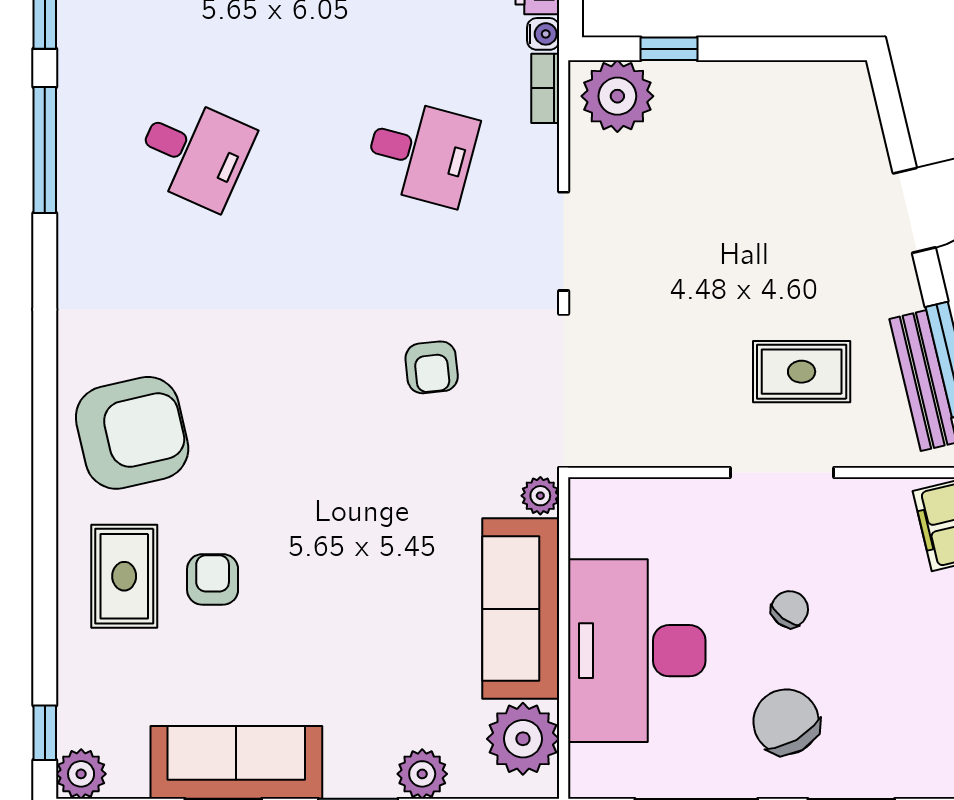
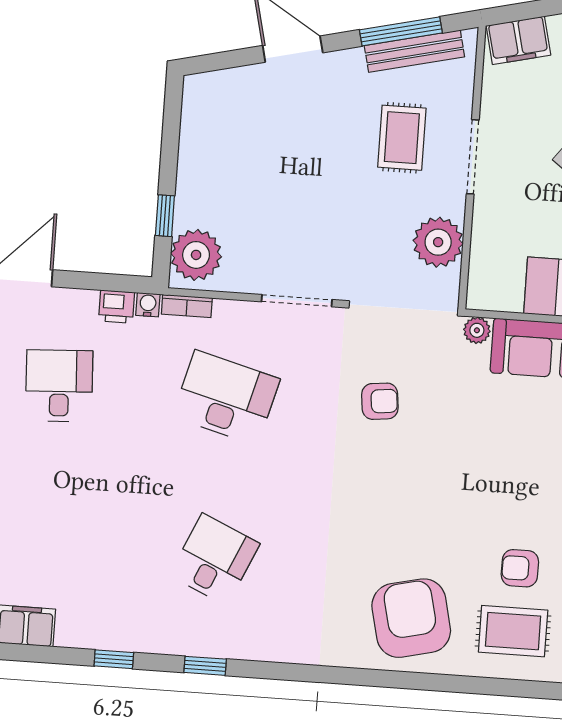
window: (45, 150) -> (205, 666), width x0.46
desk: (421, 152) -> (226, 398), width x1.37
plant: (659, 433) -> (438, 242), added

